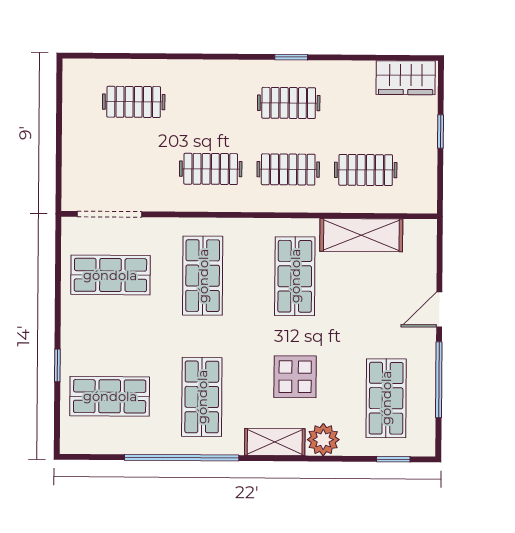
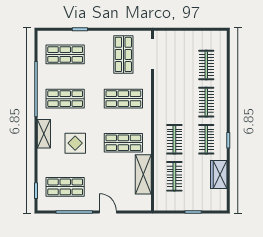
wardrobe: (406, 78) -> (219, 175), moved
clothes rail: (211, 169) -> (206, 102), moved
shop shelf: (110, 396) -> (65, 54), turned 90
plant: (323, 440) -> (45, 157), removed

